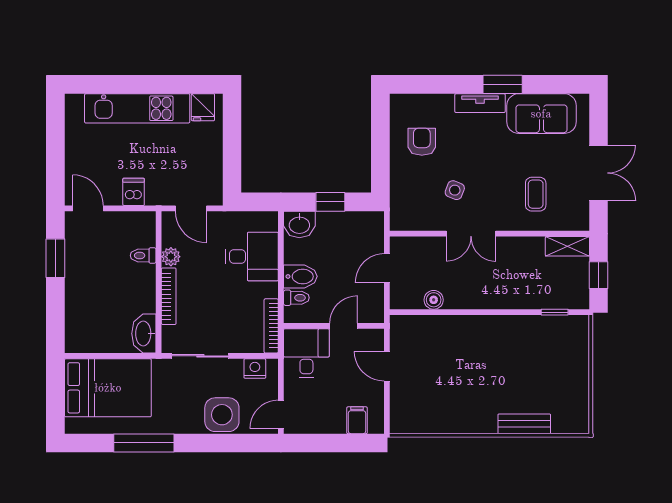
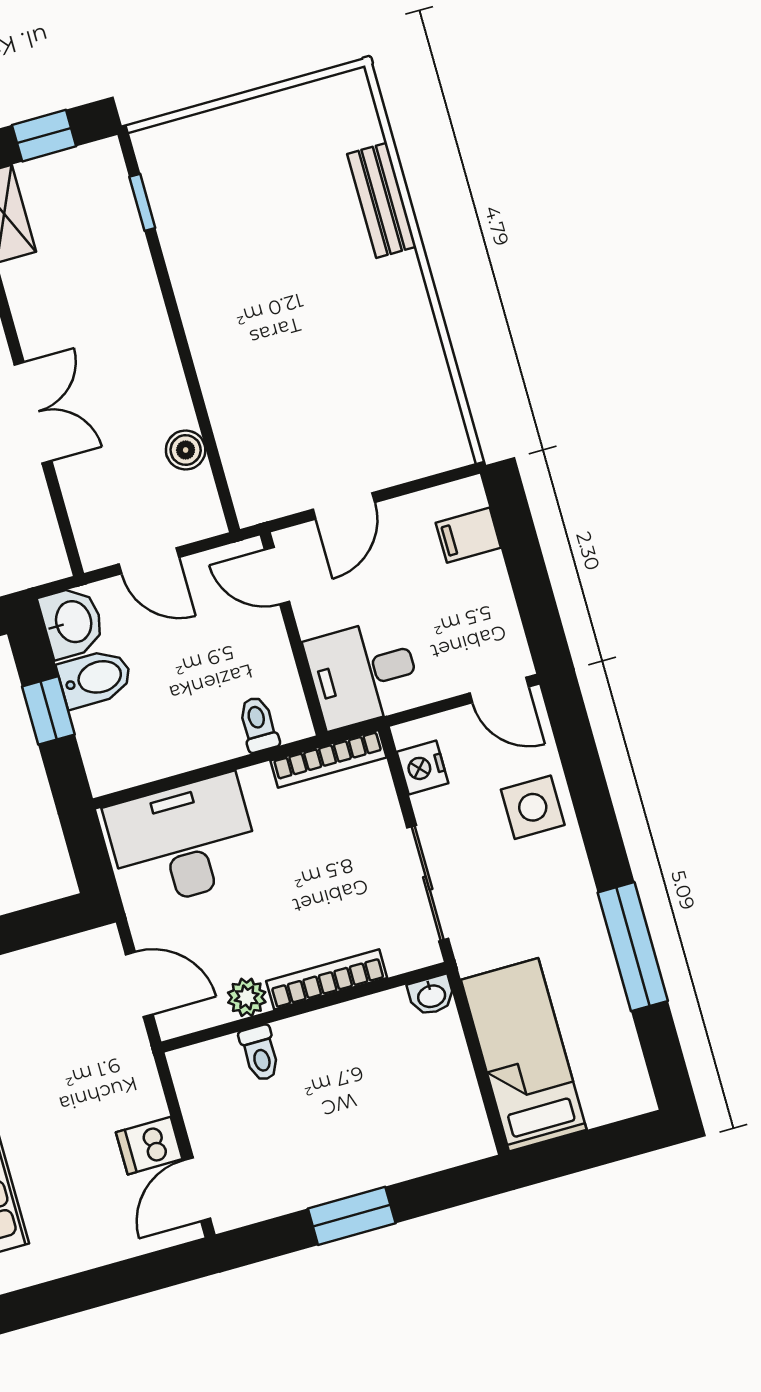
dishwasher: (134, 192) -> (149, 1146), moved
door: (191, 208) -> (139, 984), hinge flipped
washbasin: (299, 224) -> (72, 622), moved
desk: (252, 256) -> (183, 842), width x1.37
window: (55, 258) -> (352, 1216), moved
bidet: (300, 276) -> (95, 678), moved, turned 90
door: (344, 326) -> (277, 576), moved
washbasin: (144, 334) -> (431, 995), width x0.52, depth x0.69
bed: (108, 388) -> (524, 1055), width x0.67
side table: (222, 415) -> (533, 807), width x0.73, depth x0.73

